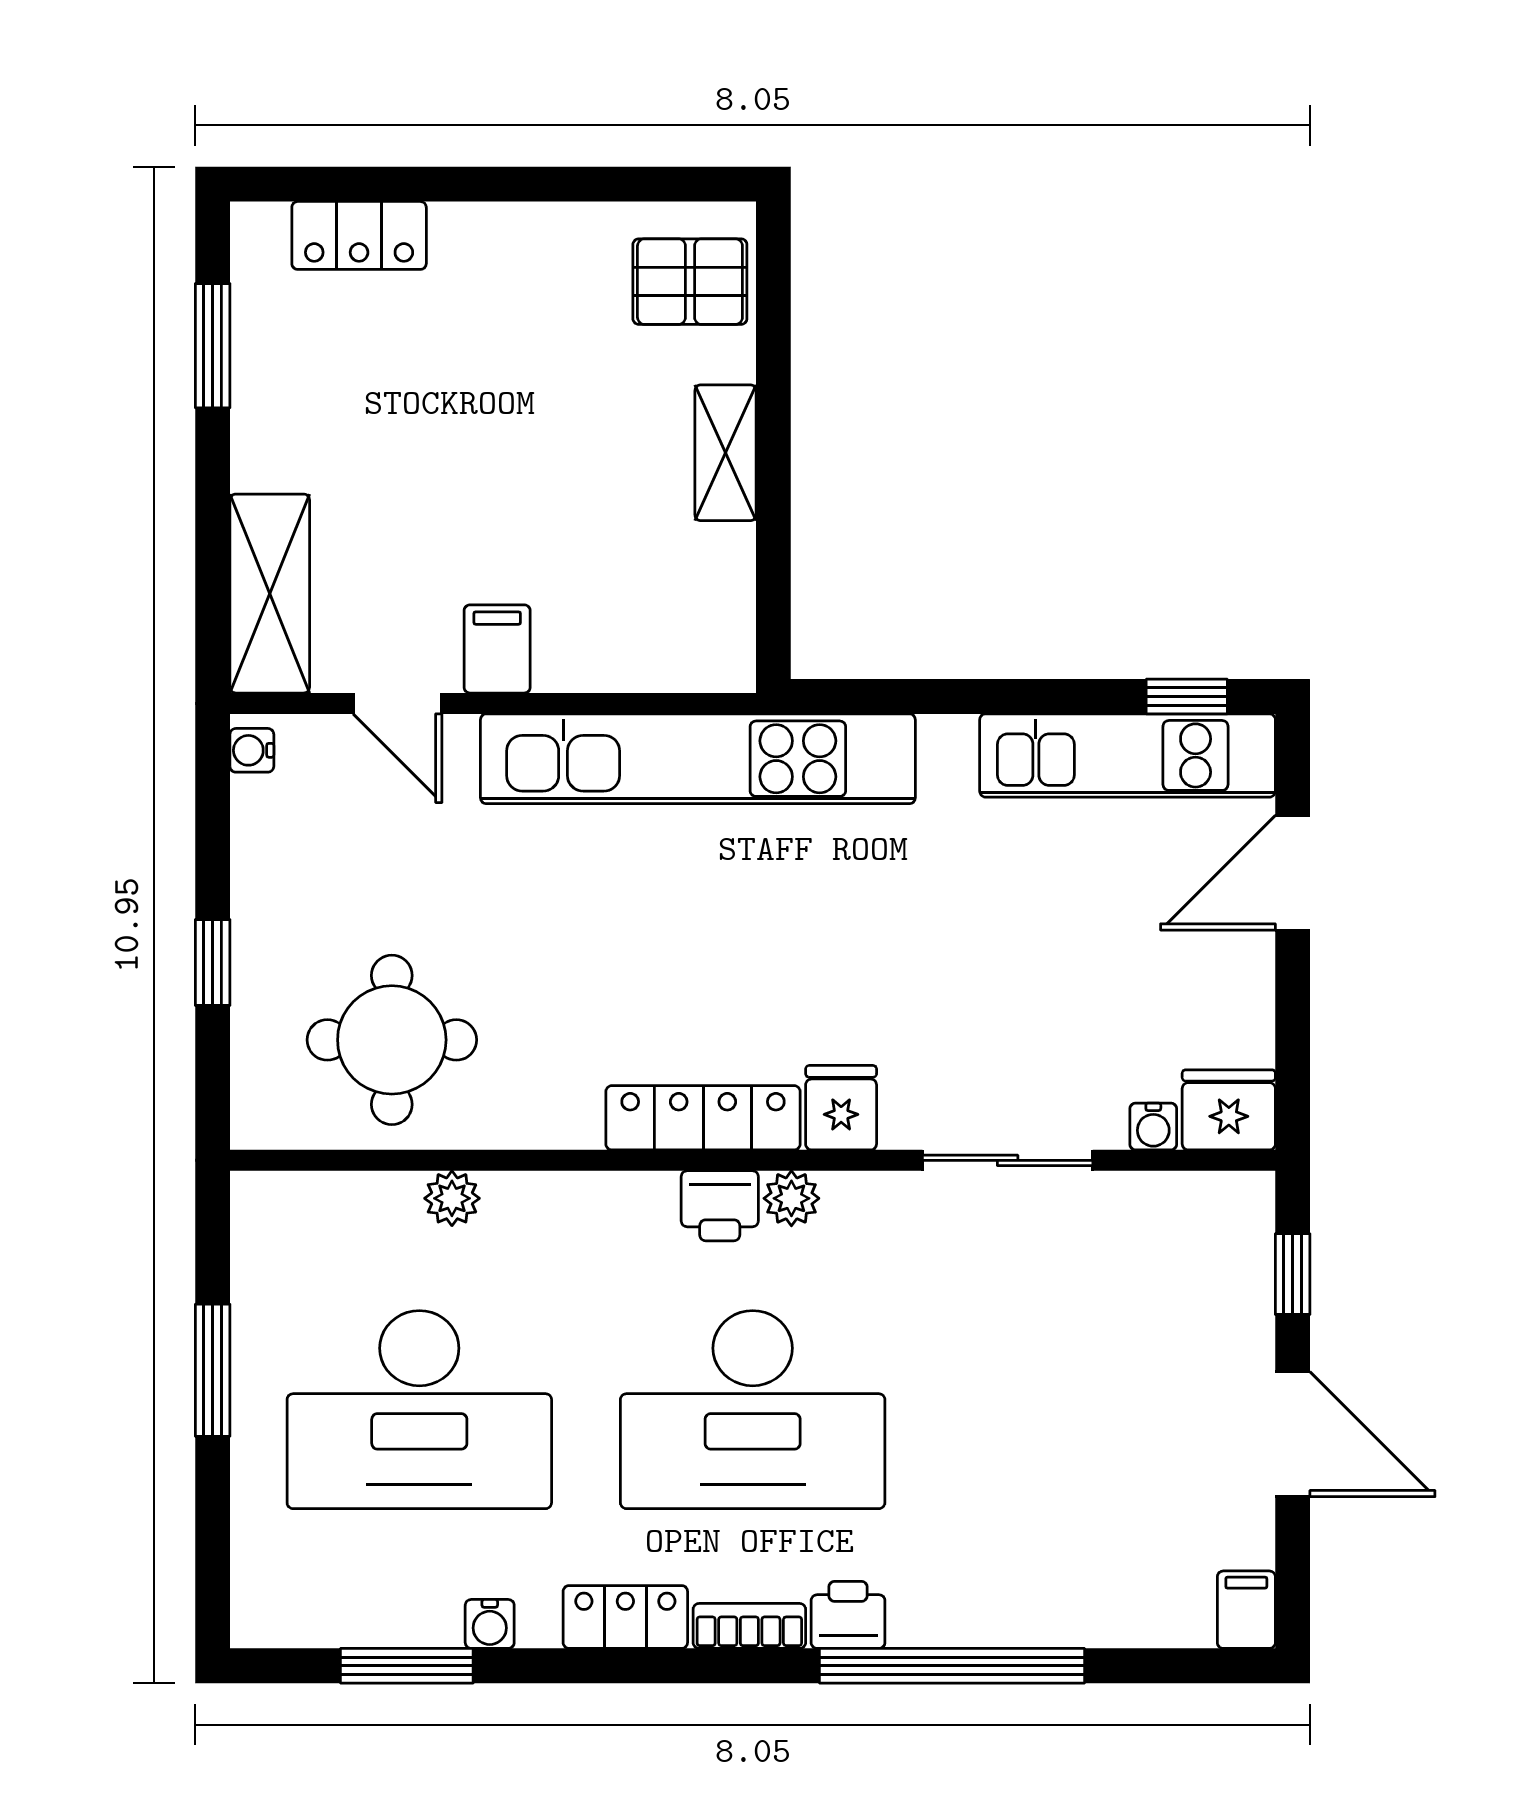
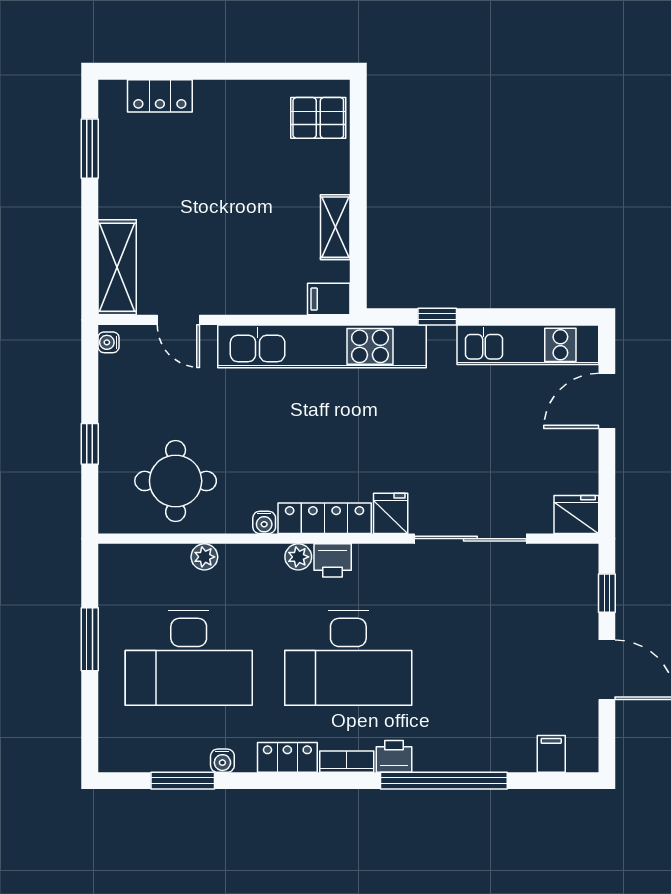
shelving: (726, 453) -> (335, 227), moved
filing cabinet: (497, 649) -> (329, 299), moved, turned -90
window: (1187, 696) -> (437, 317), moved
water cooler: (1153, 1127) -> (264, 522), moved
sliding door: (1008, 1160) -> (470, 539), width x1.37
plant: (791, 1198) -> (298, 557), moved
filing cabinet: (1246, 1610) -> (551, 754), moved

